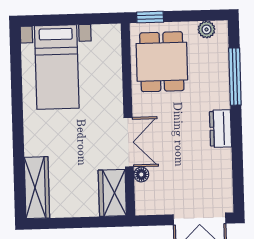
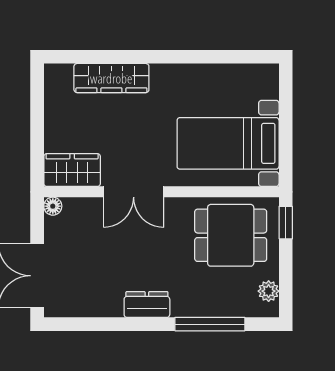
bed with nightstands: (57, 67) -> (228, 143), moved
floor lamp: (141, 174) -> (53, 206), moved
wardrobe: (37, 188) -> (111, 78), moved

